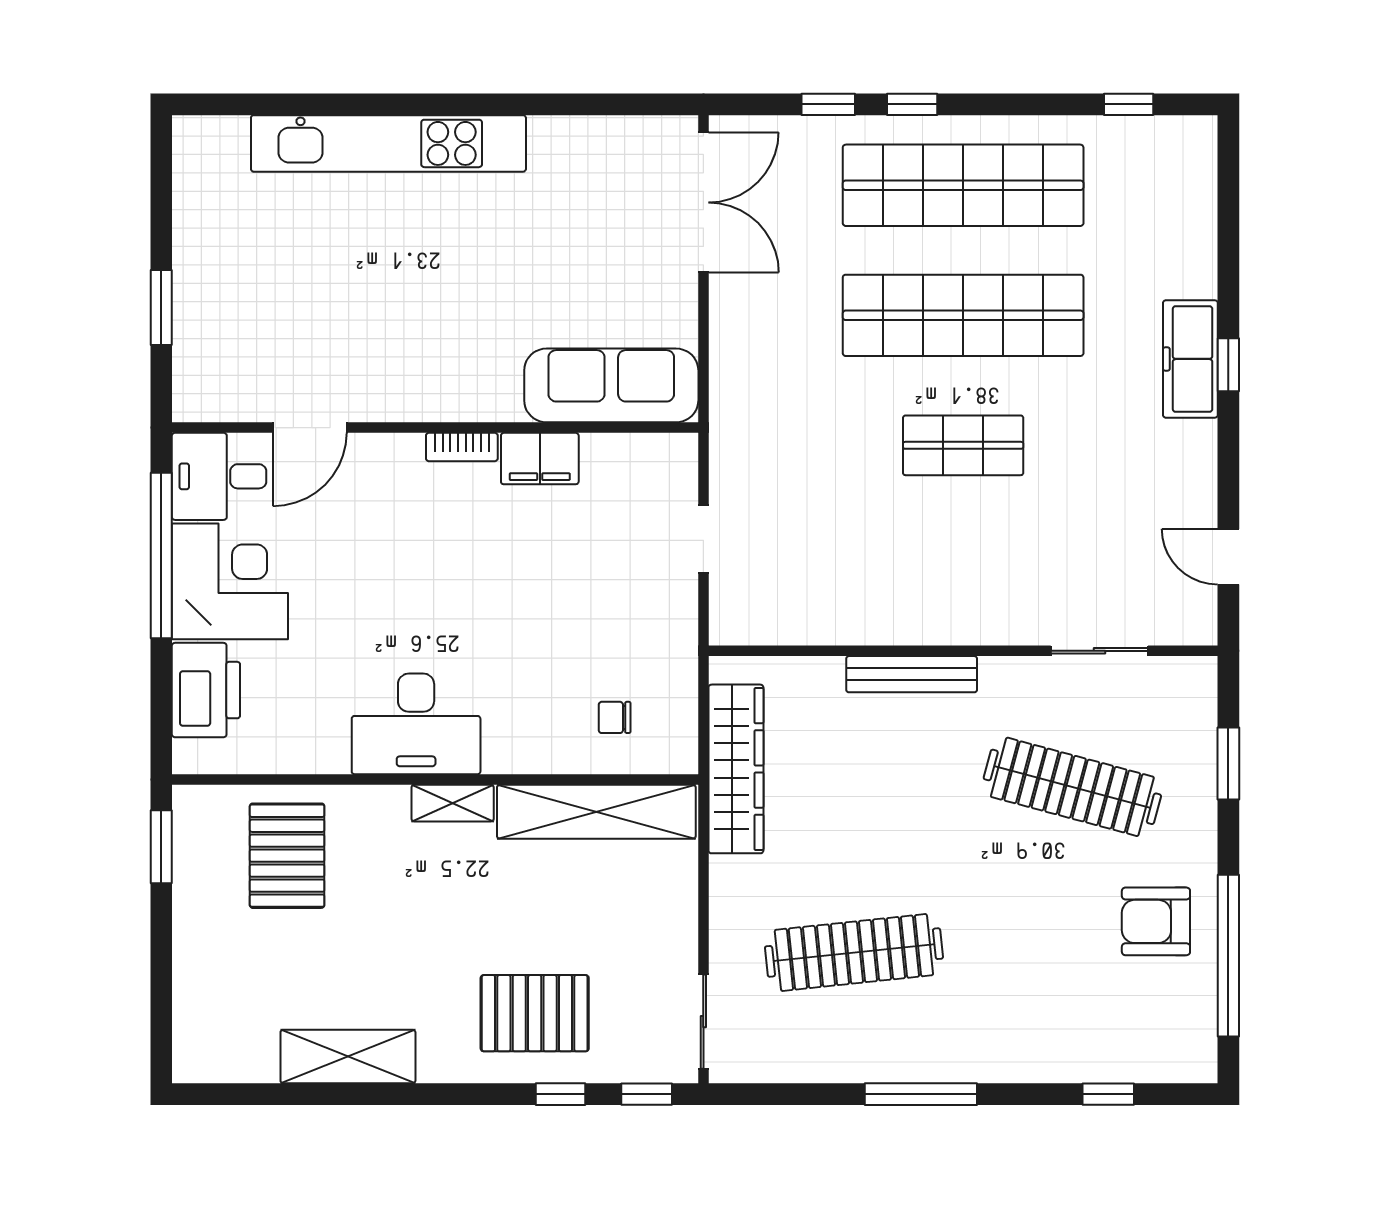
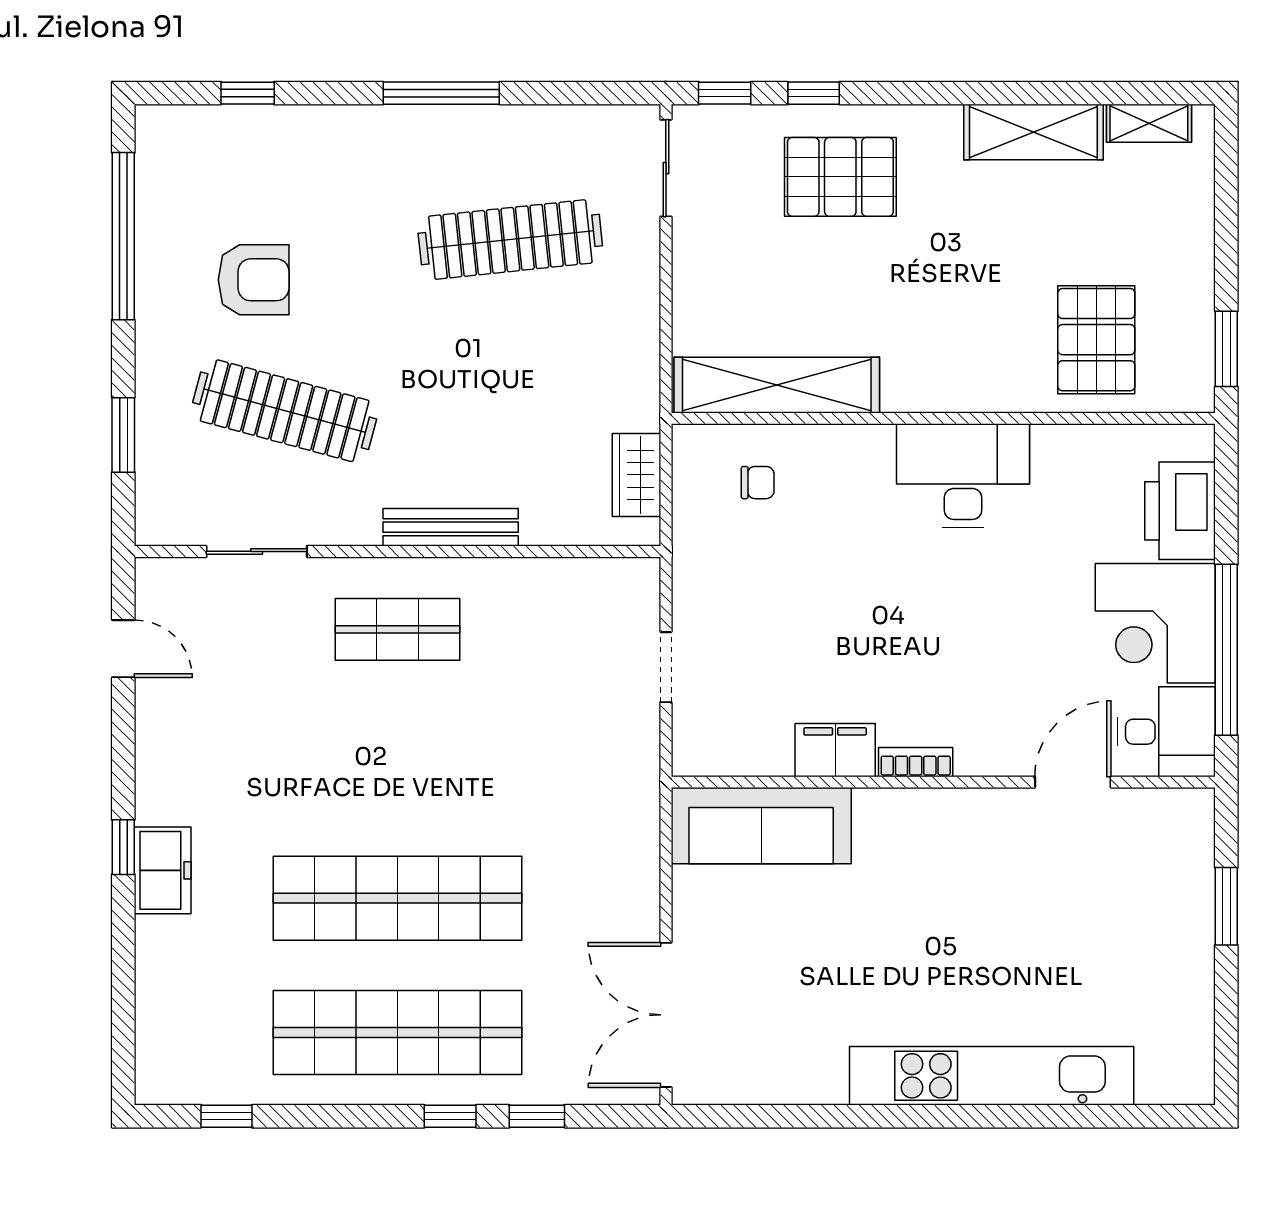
freezer: (1190, 359) -> (163, 870), width x0.71
shop shelf: (963, 445) -> (398, 629), moved
wardrobe: (736, 769) -> (636, 475), width x0.48, depth x0.85
shelving: (453, 803) -> (1149, 123), moved
armchair: (1156, 921) -> (254, 280), moved

